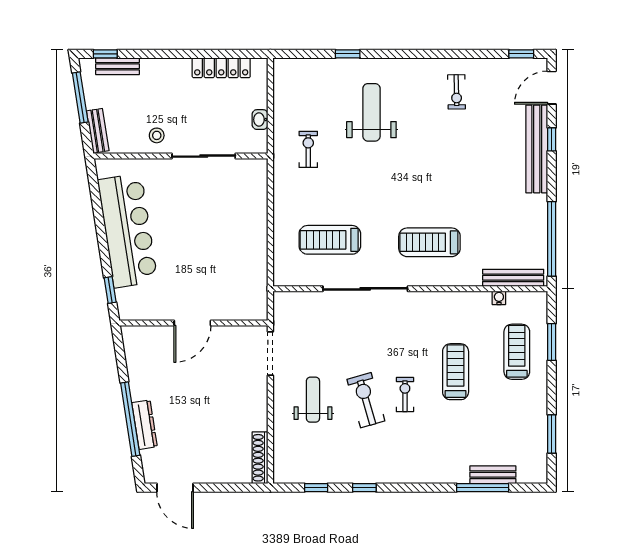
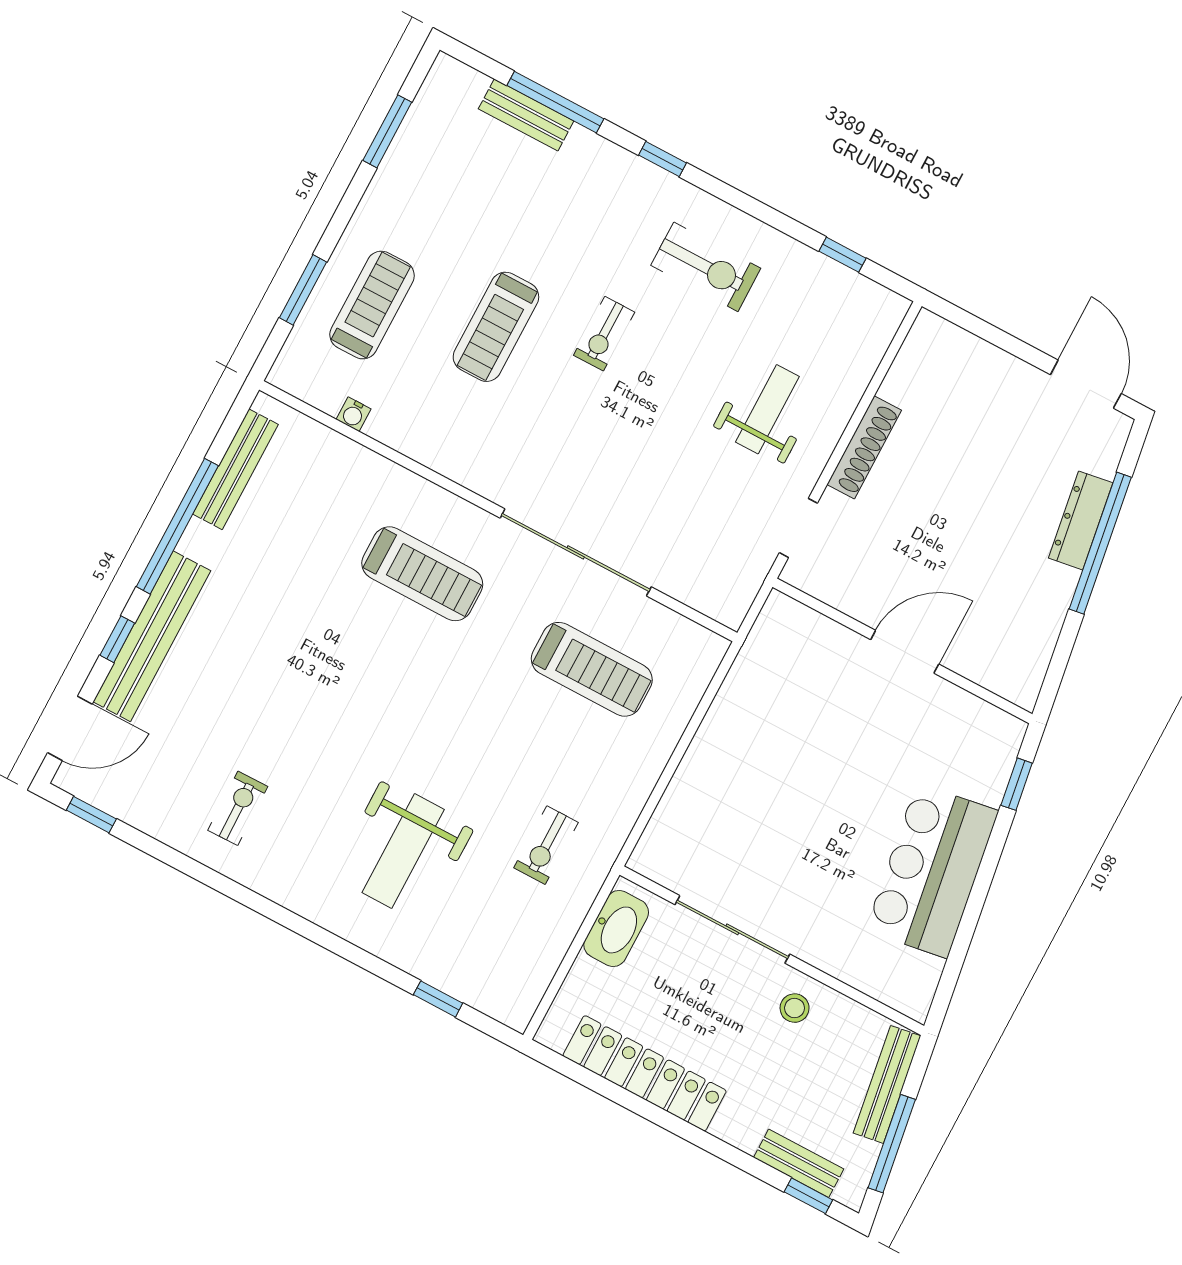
window: (348, 54) -> (438, 999), moved
locker: (221, 68) -> (645, 1073), width x1.41, depth x1.21
washbasin: (260, 120) -> (616, 928), width x1.91, depth x1.45
bench: (98, 131) -> (887, 1084), width x1.36
bar counter: (128, 231) -> (932, 871), width x0.73
window: (552, 239) -> (177, 526), moved
bench: (513, 278) -> (235, 469), moved, turned 90
treadmill: (517, 352) -> (372, 305), turned 180
doorway: (270, 353) -> (798, 528), width x0.73
weight bench: (313, 400) -> (767, 409), turned 180
exercise bike: (366, 400) -> (706, 267), moved, turned -74
shoe rack: (260, 458) -> (864, 447), moved
window: (364, 488) -> (662, 159), moved

